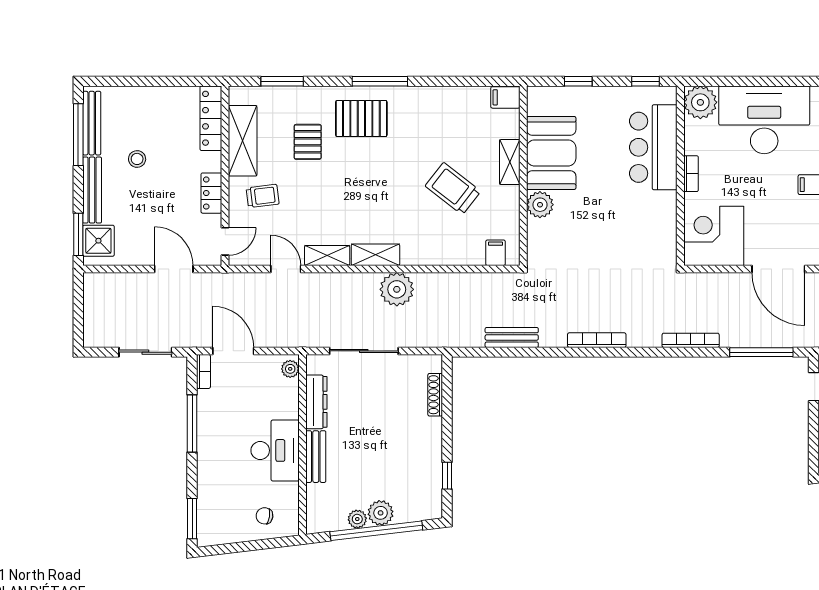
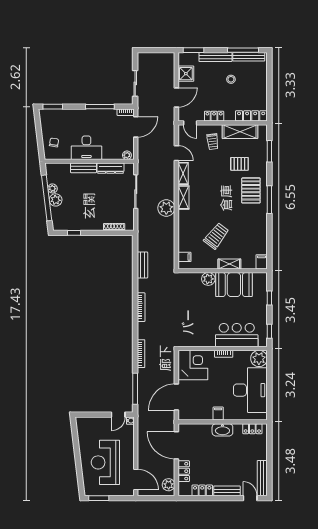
shower: (98, 241) -> (186, 74), moved
door: (286, 269) -> (176, 153), hinge flipped

